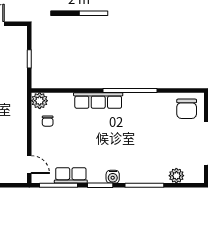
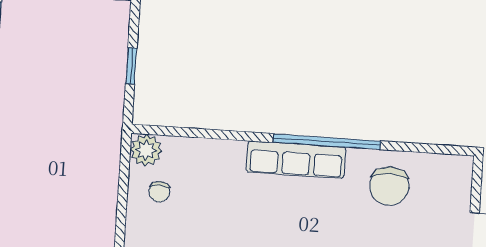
row of seats: (98, 100) -> (296, 160), moved
chair: (187, 109) -> (389, 186), moved

